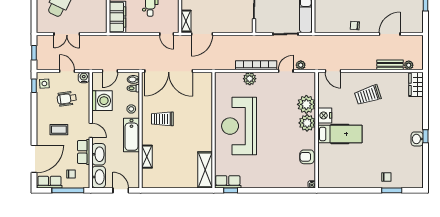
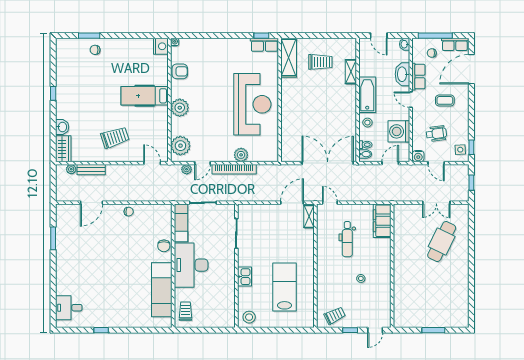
double door: (67, 34) -> (436, 203), swing flipped
plant: (306, 104) -> (180, 146), moved
nightstand: (325, 115) -> (161, 46), moved
trolley: (162, 119) -> (320, 62), moved
washbasin: (417, 139) -> (62, 127), moved
washbasin: (99, 177) -> (405, 44), width x0.52, depth x0.69

